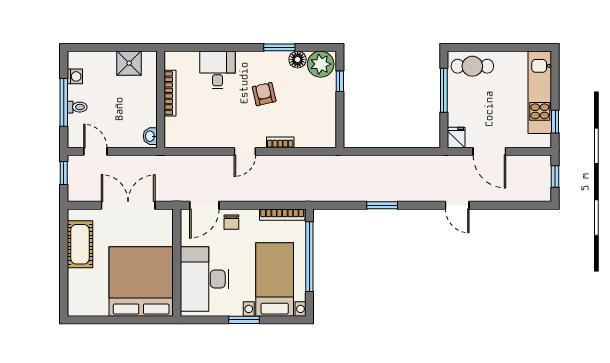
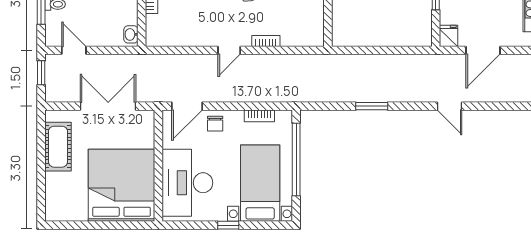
door: (489, 151) -> (483, 50), hinge flipped
bookcase: (282, 215) -> (259, 116), width x0.64
window: (244, 320) -> (228, 225), width x0.67

